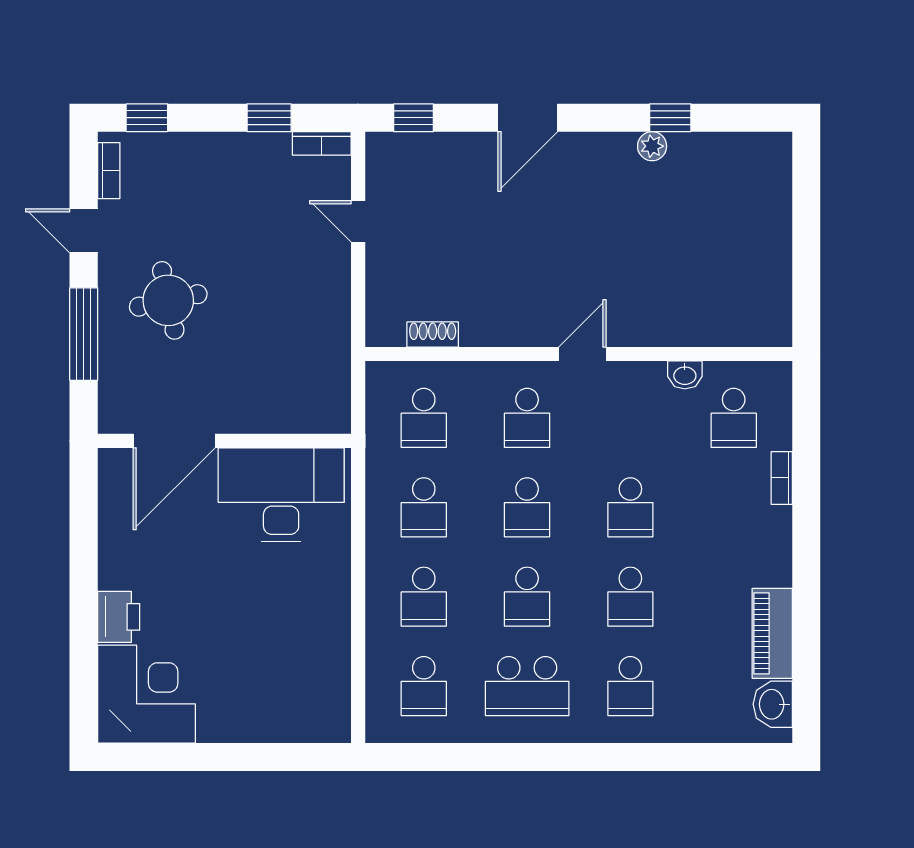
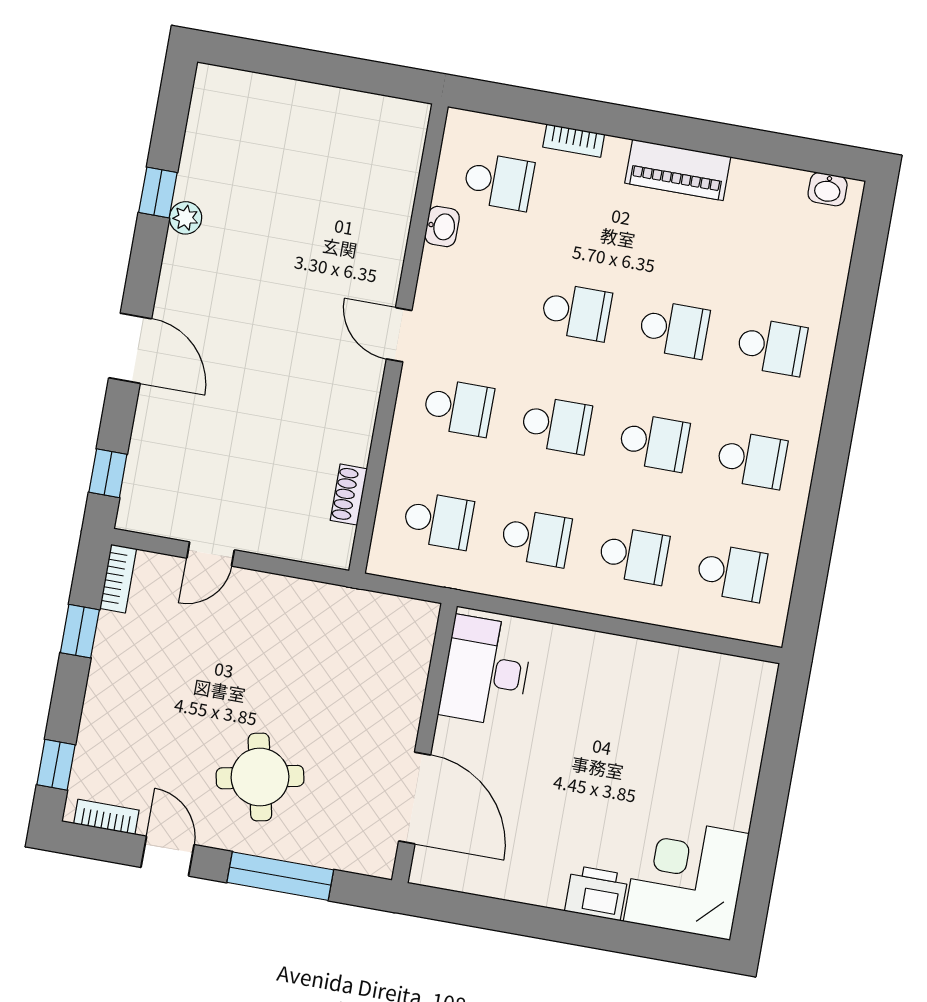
door: (84, 231) -> (167, 856), swing flipped
desk: (281, 495) -> (486, 671), width x0.73, depth x0.77
piano: (772, 633) -> (678, 170), moved
school desk: (527, 686) -> (752, 460), width x0.54
washbasin: (773, 704) -> (828, 189), width x0.72, depth x0.69

